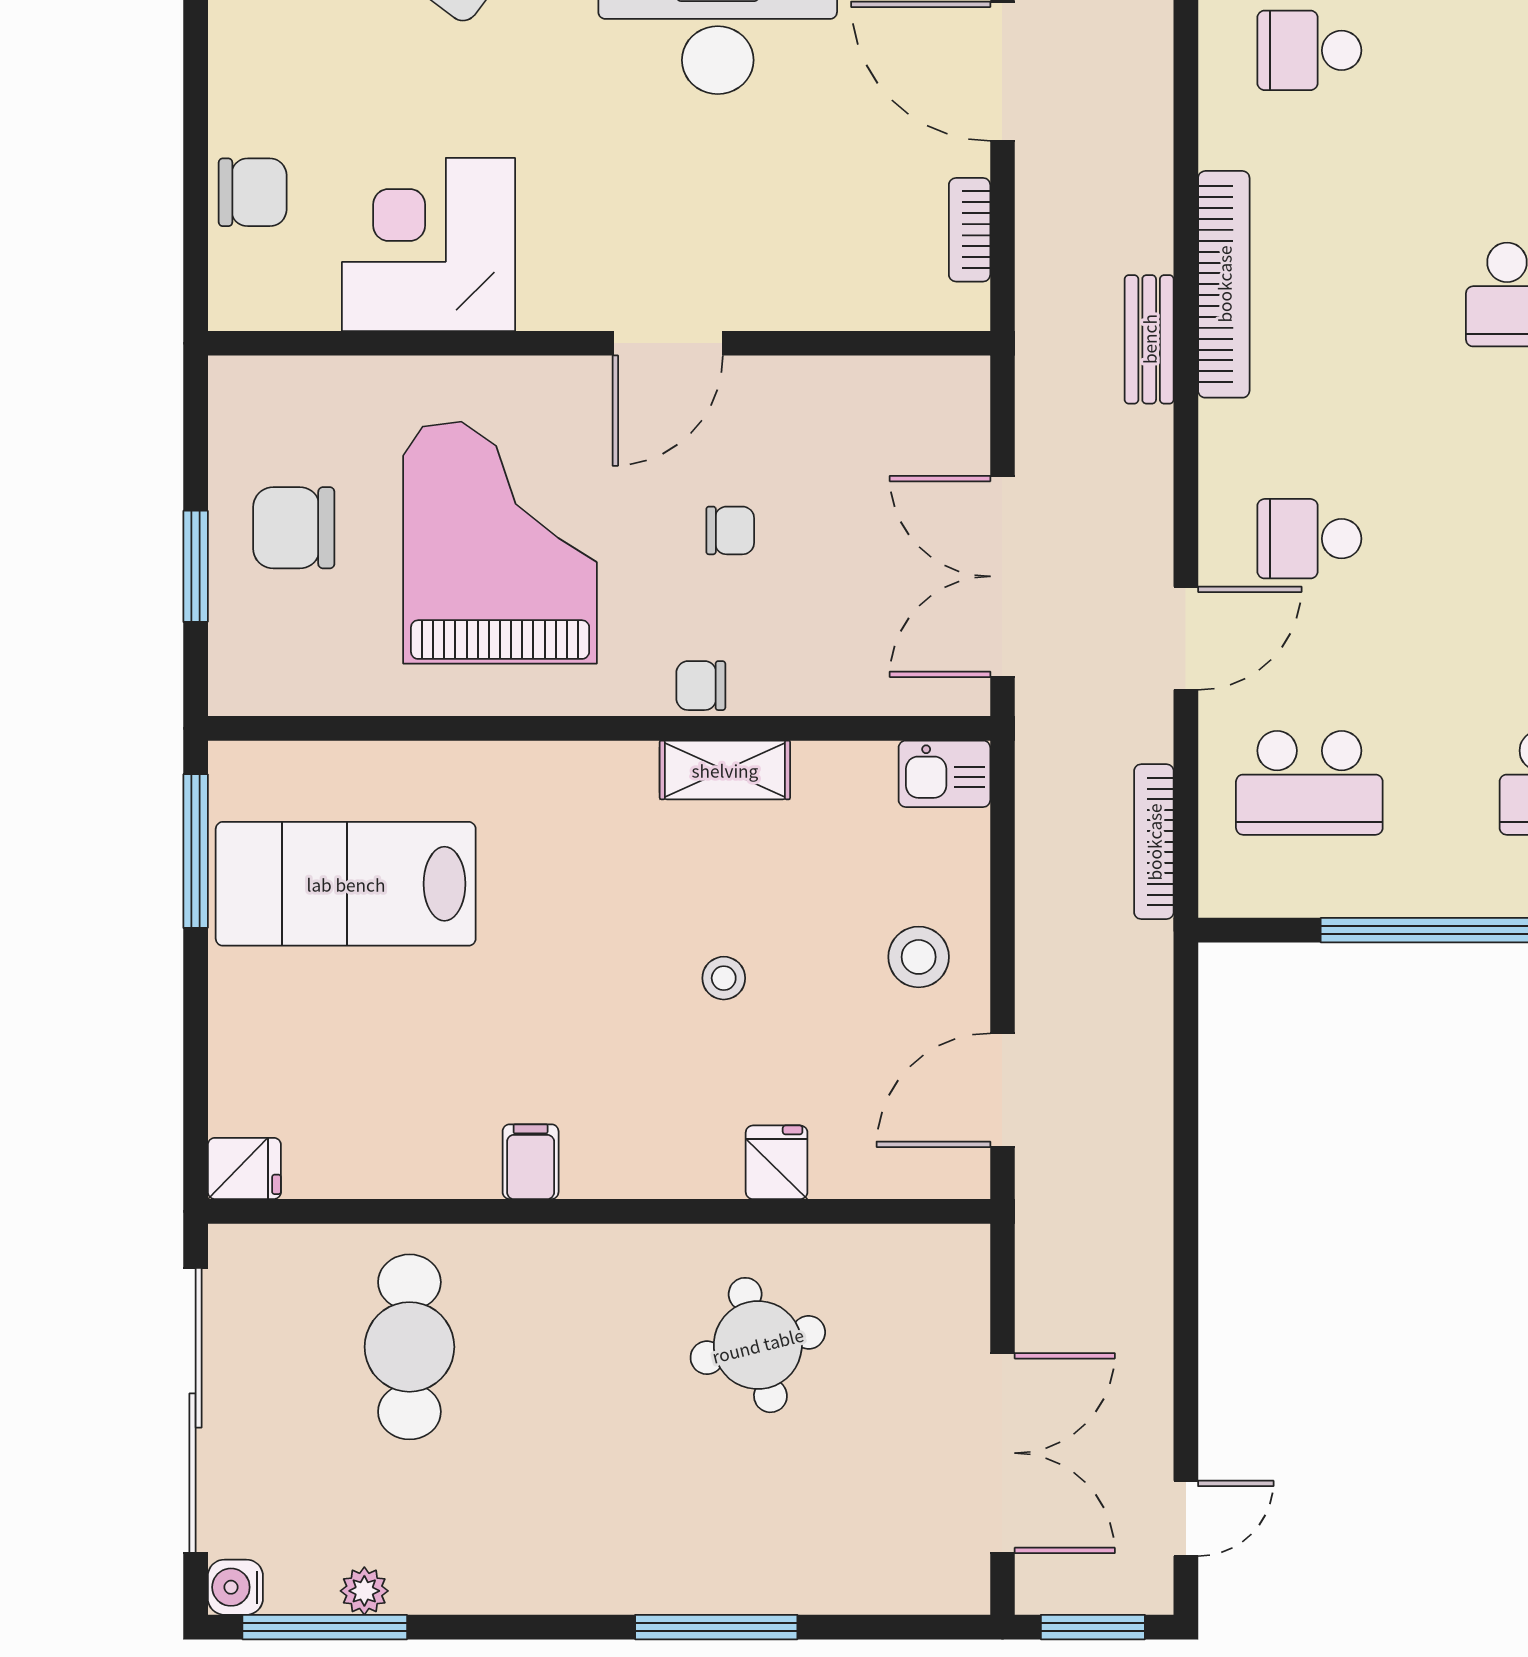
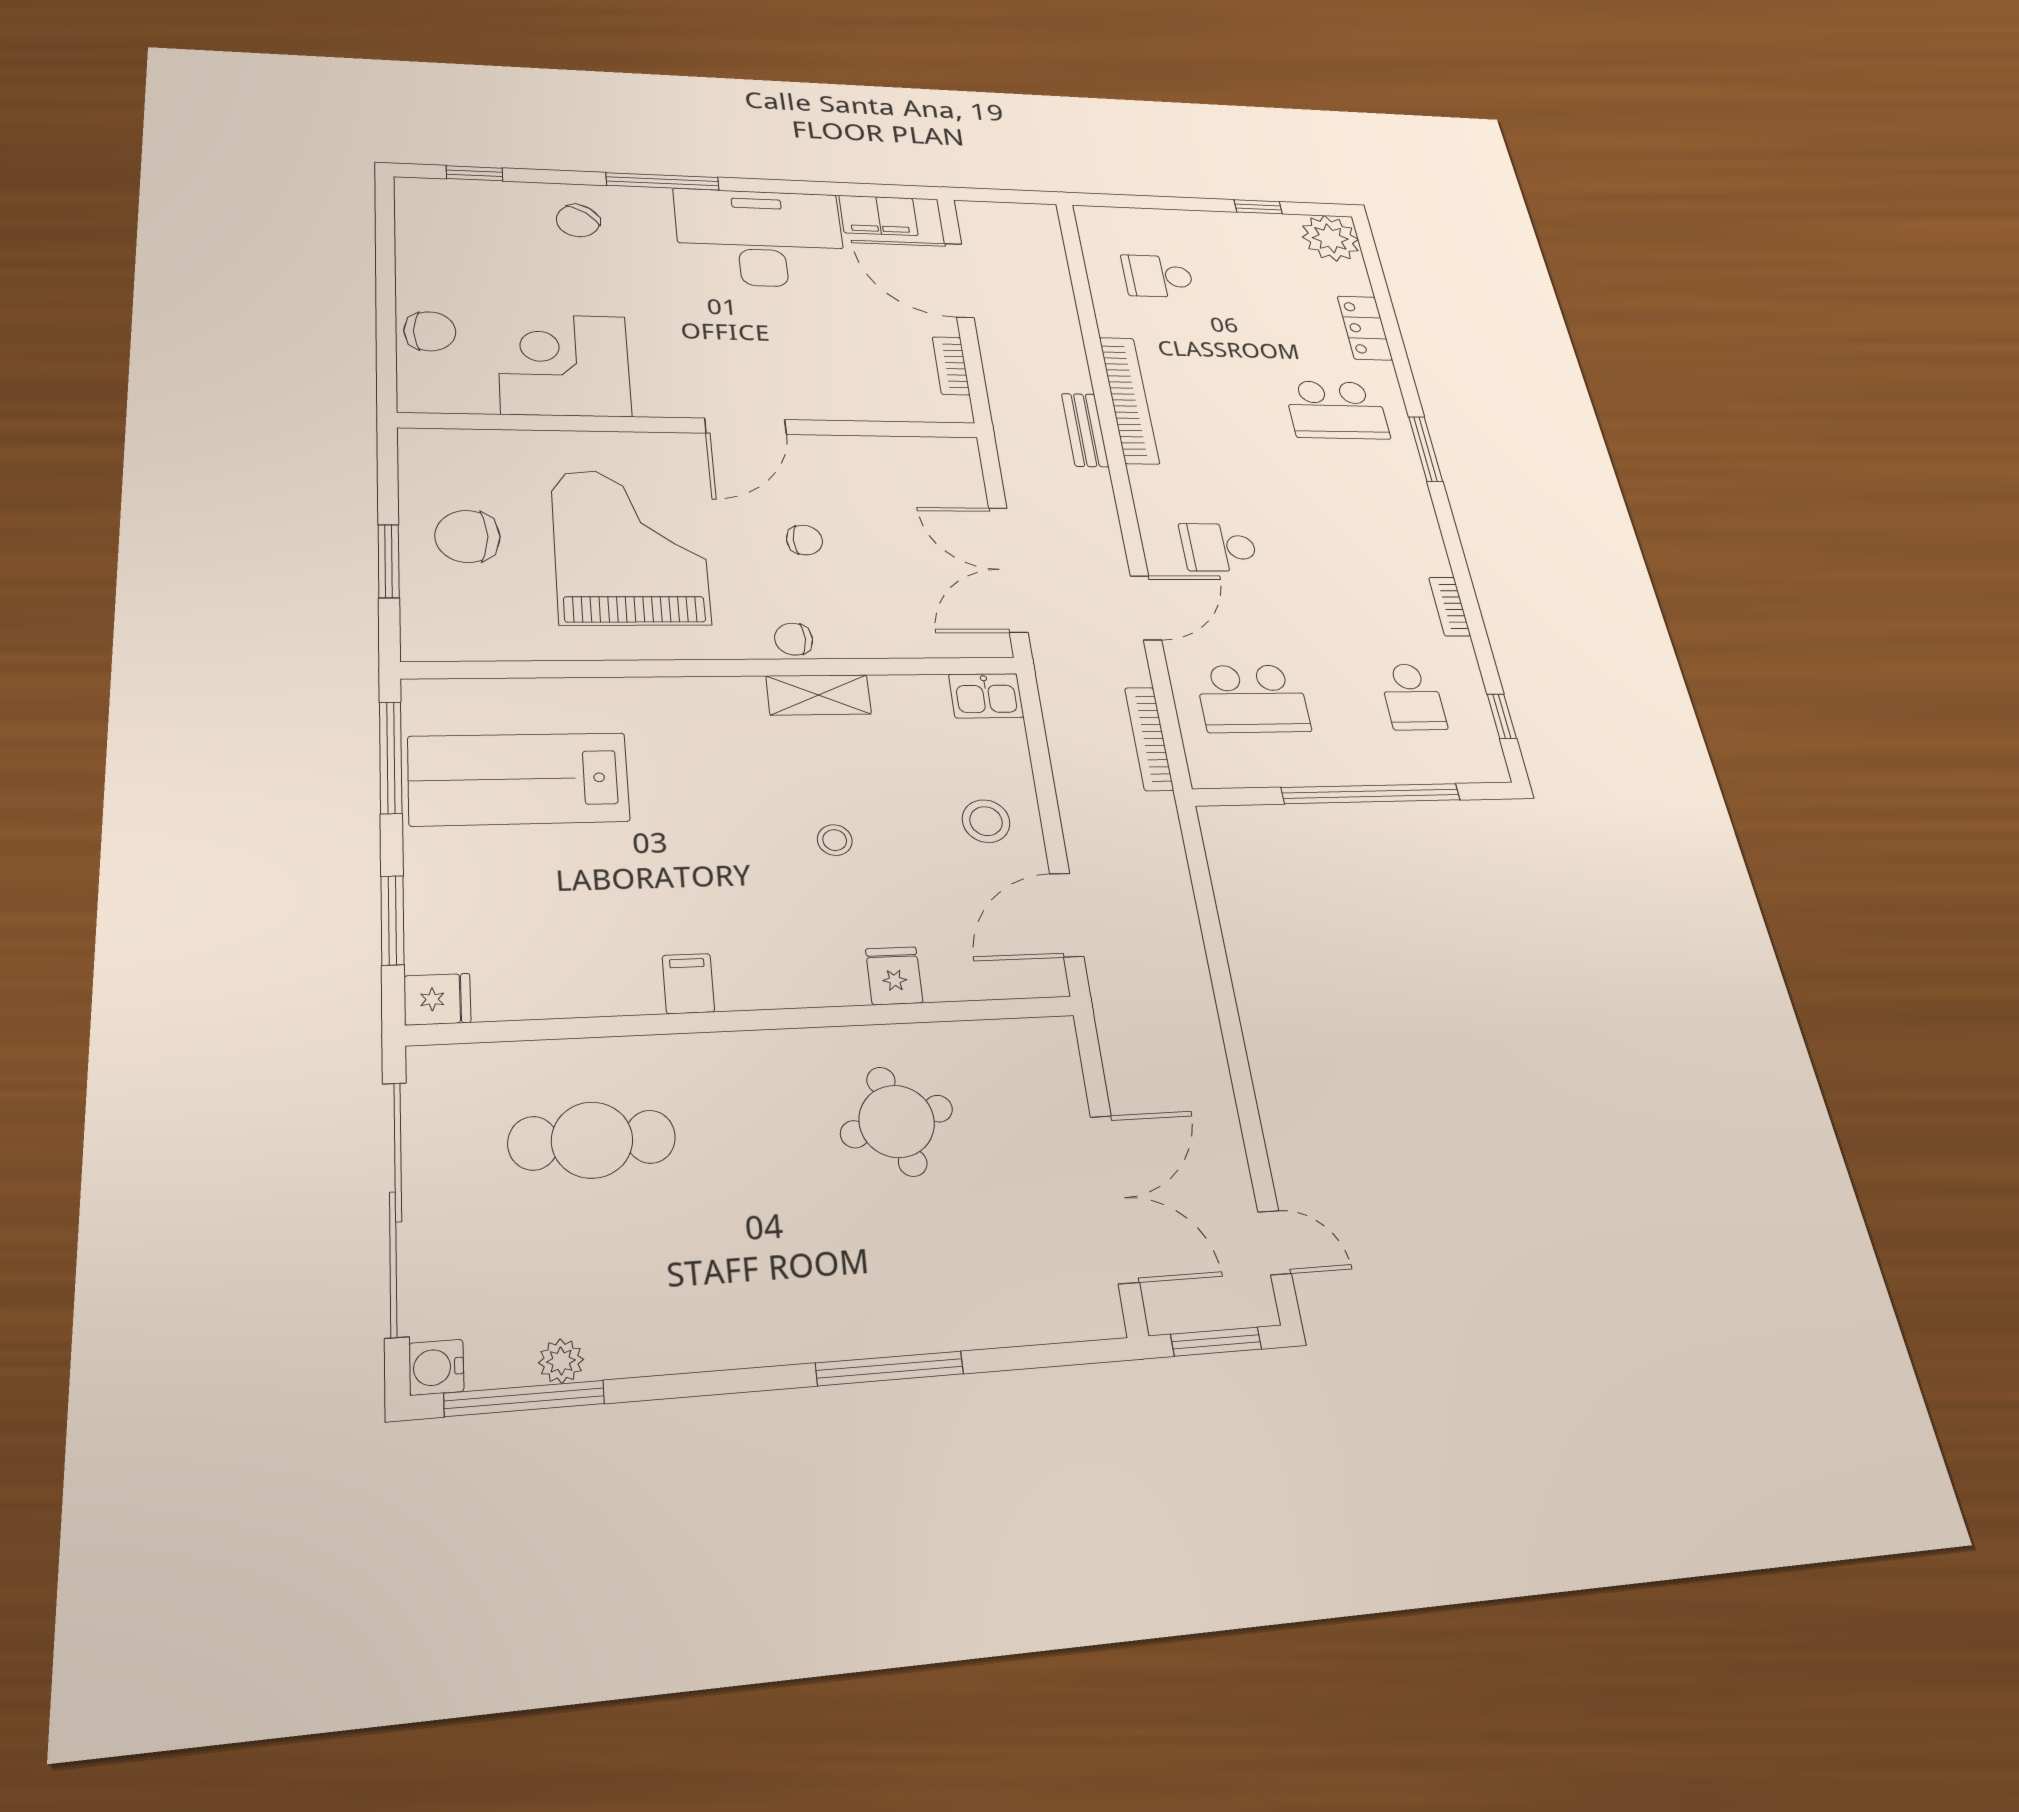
window: (196, 1067) -> (392, 920), added
cafe table: (409, 1347) -> (592, 1140), turned 90
door: (1186, 1518) -> (1275, 1243), hinge flipped

